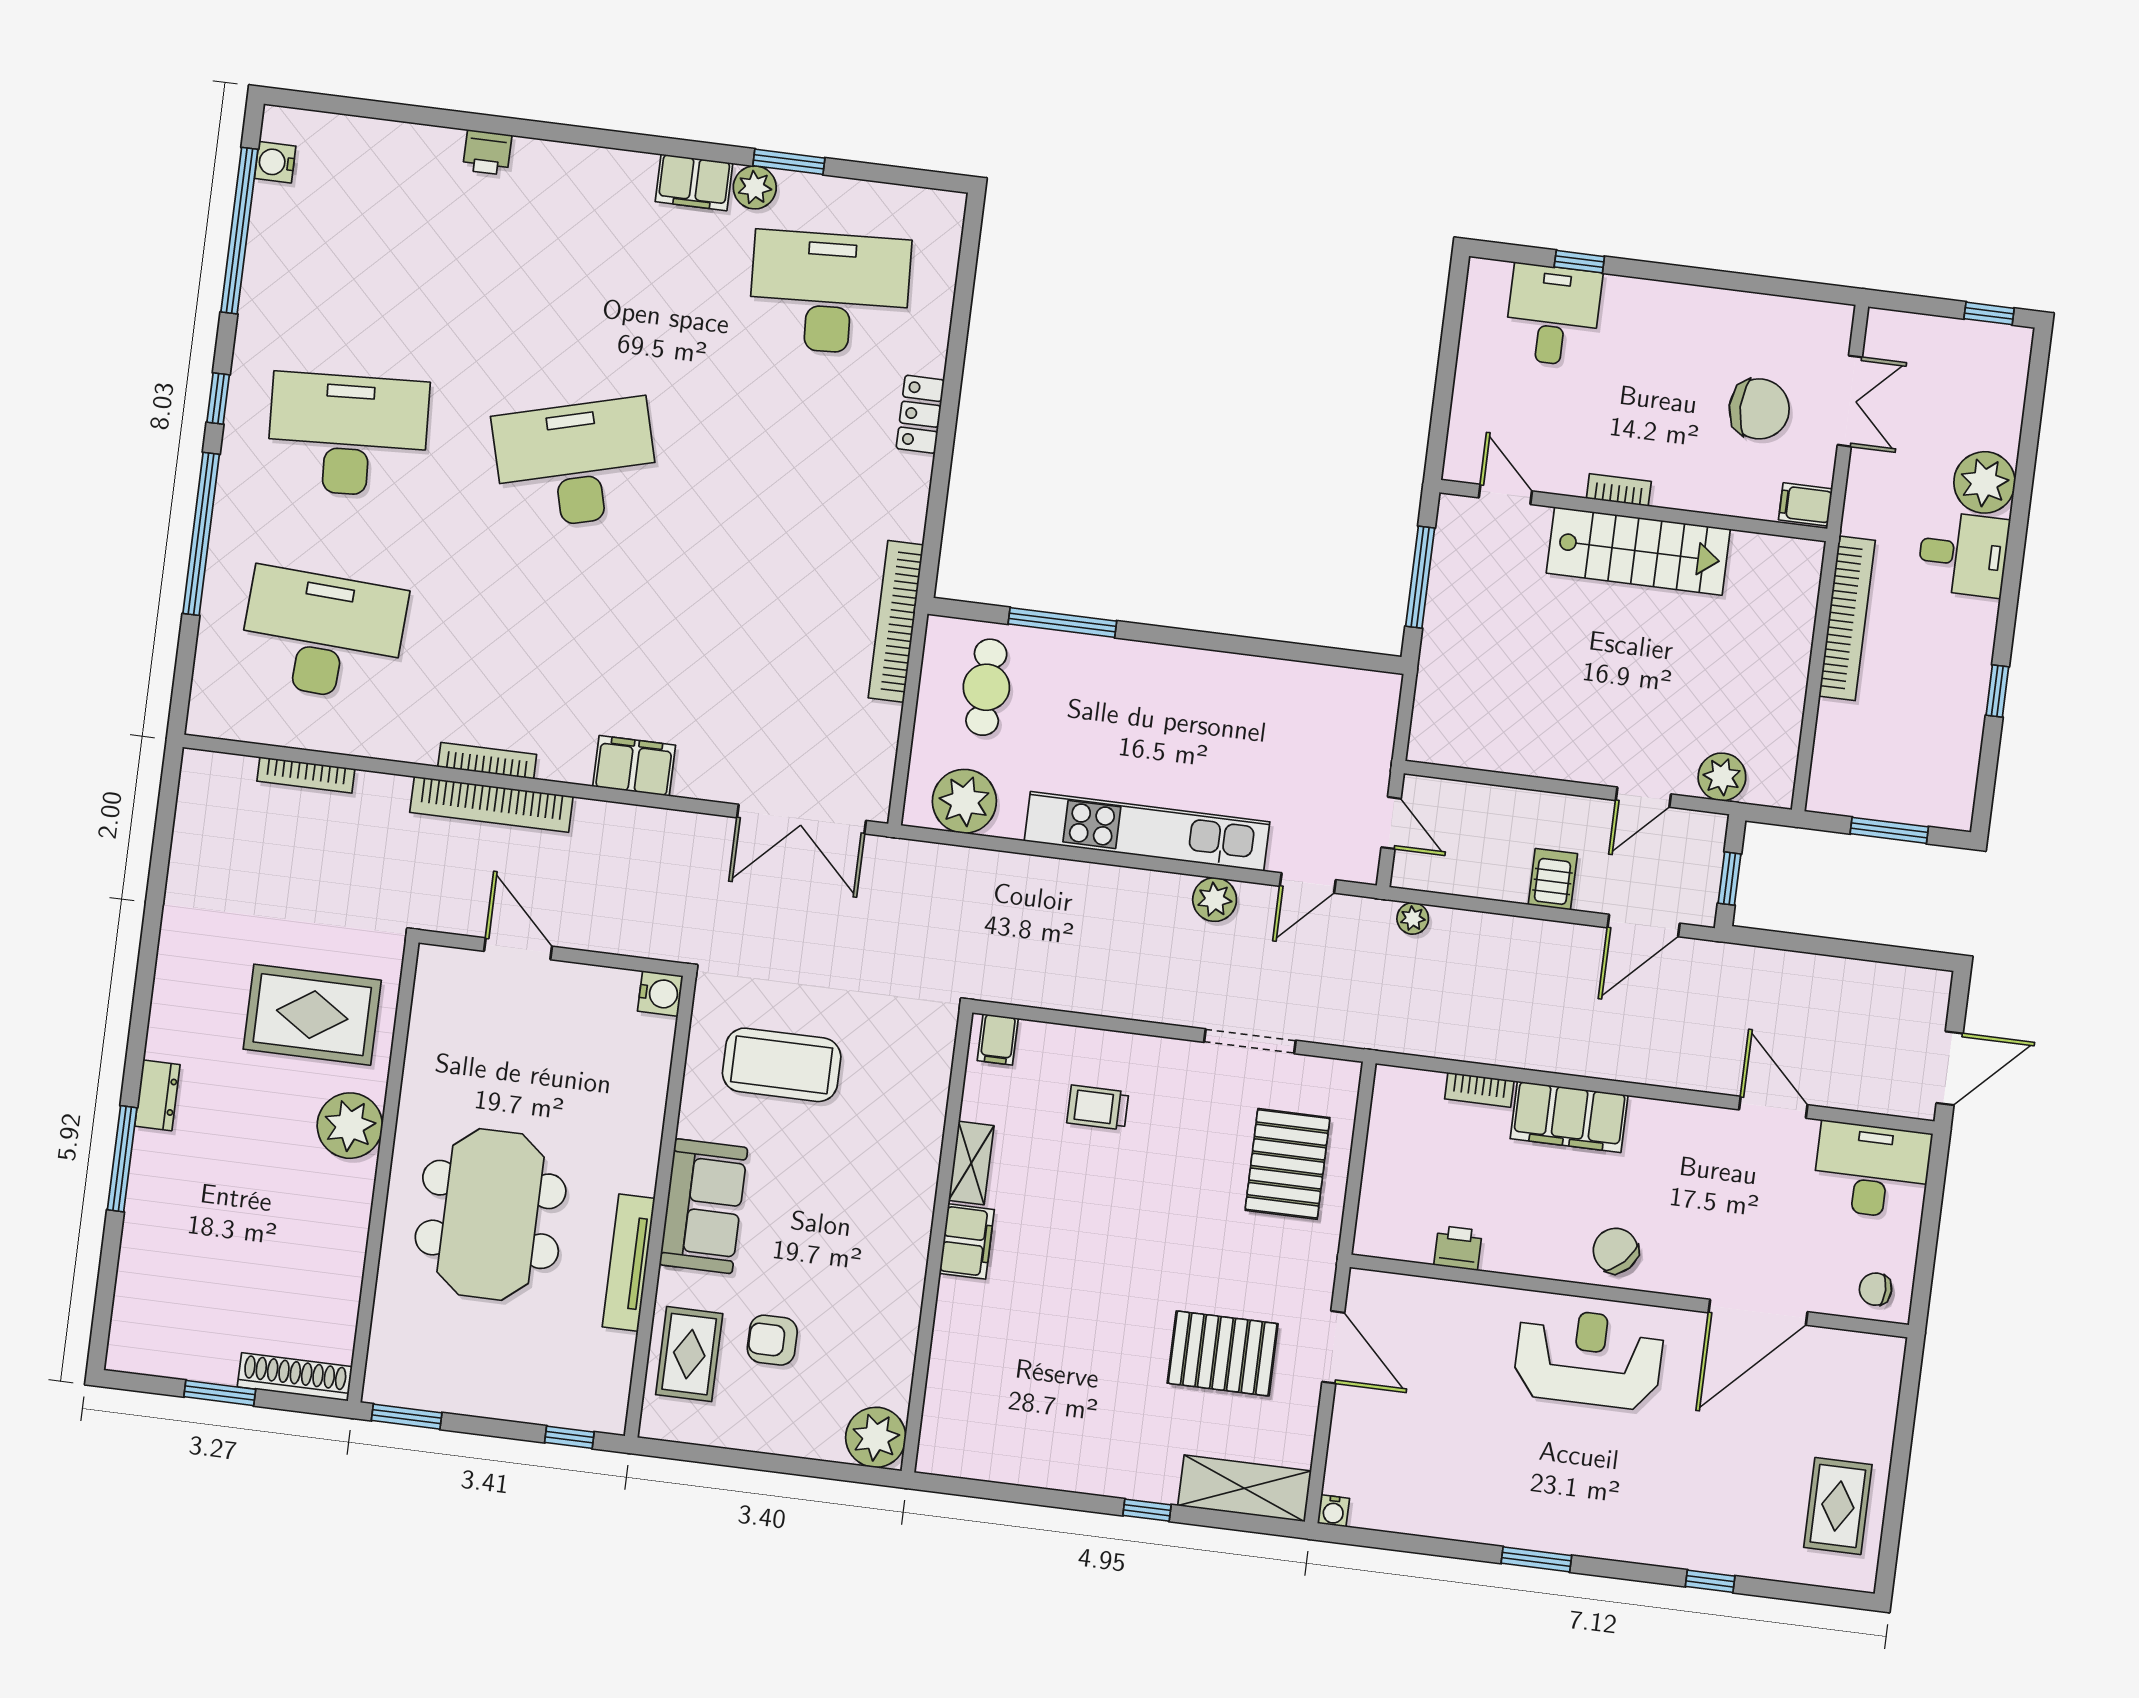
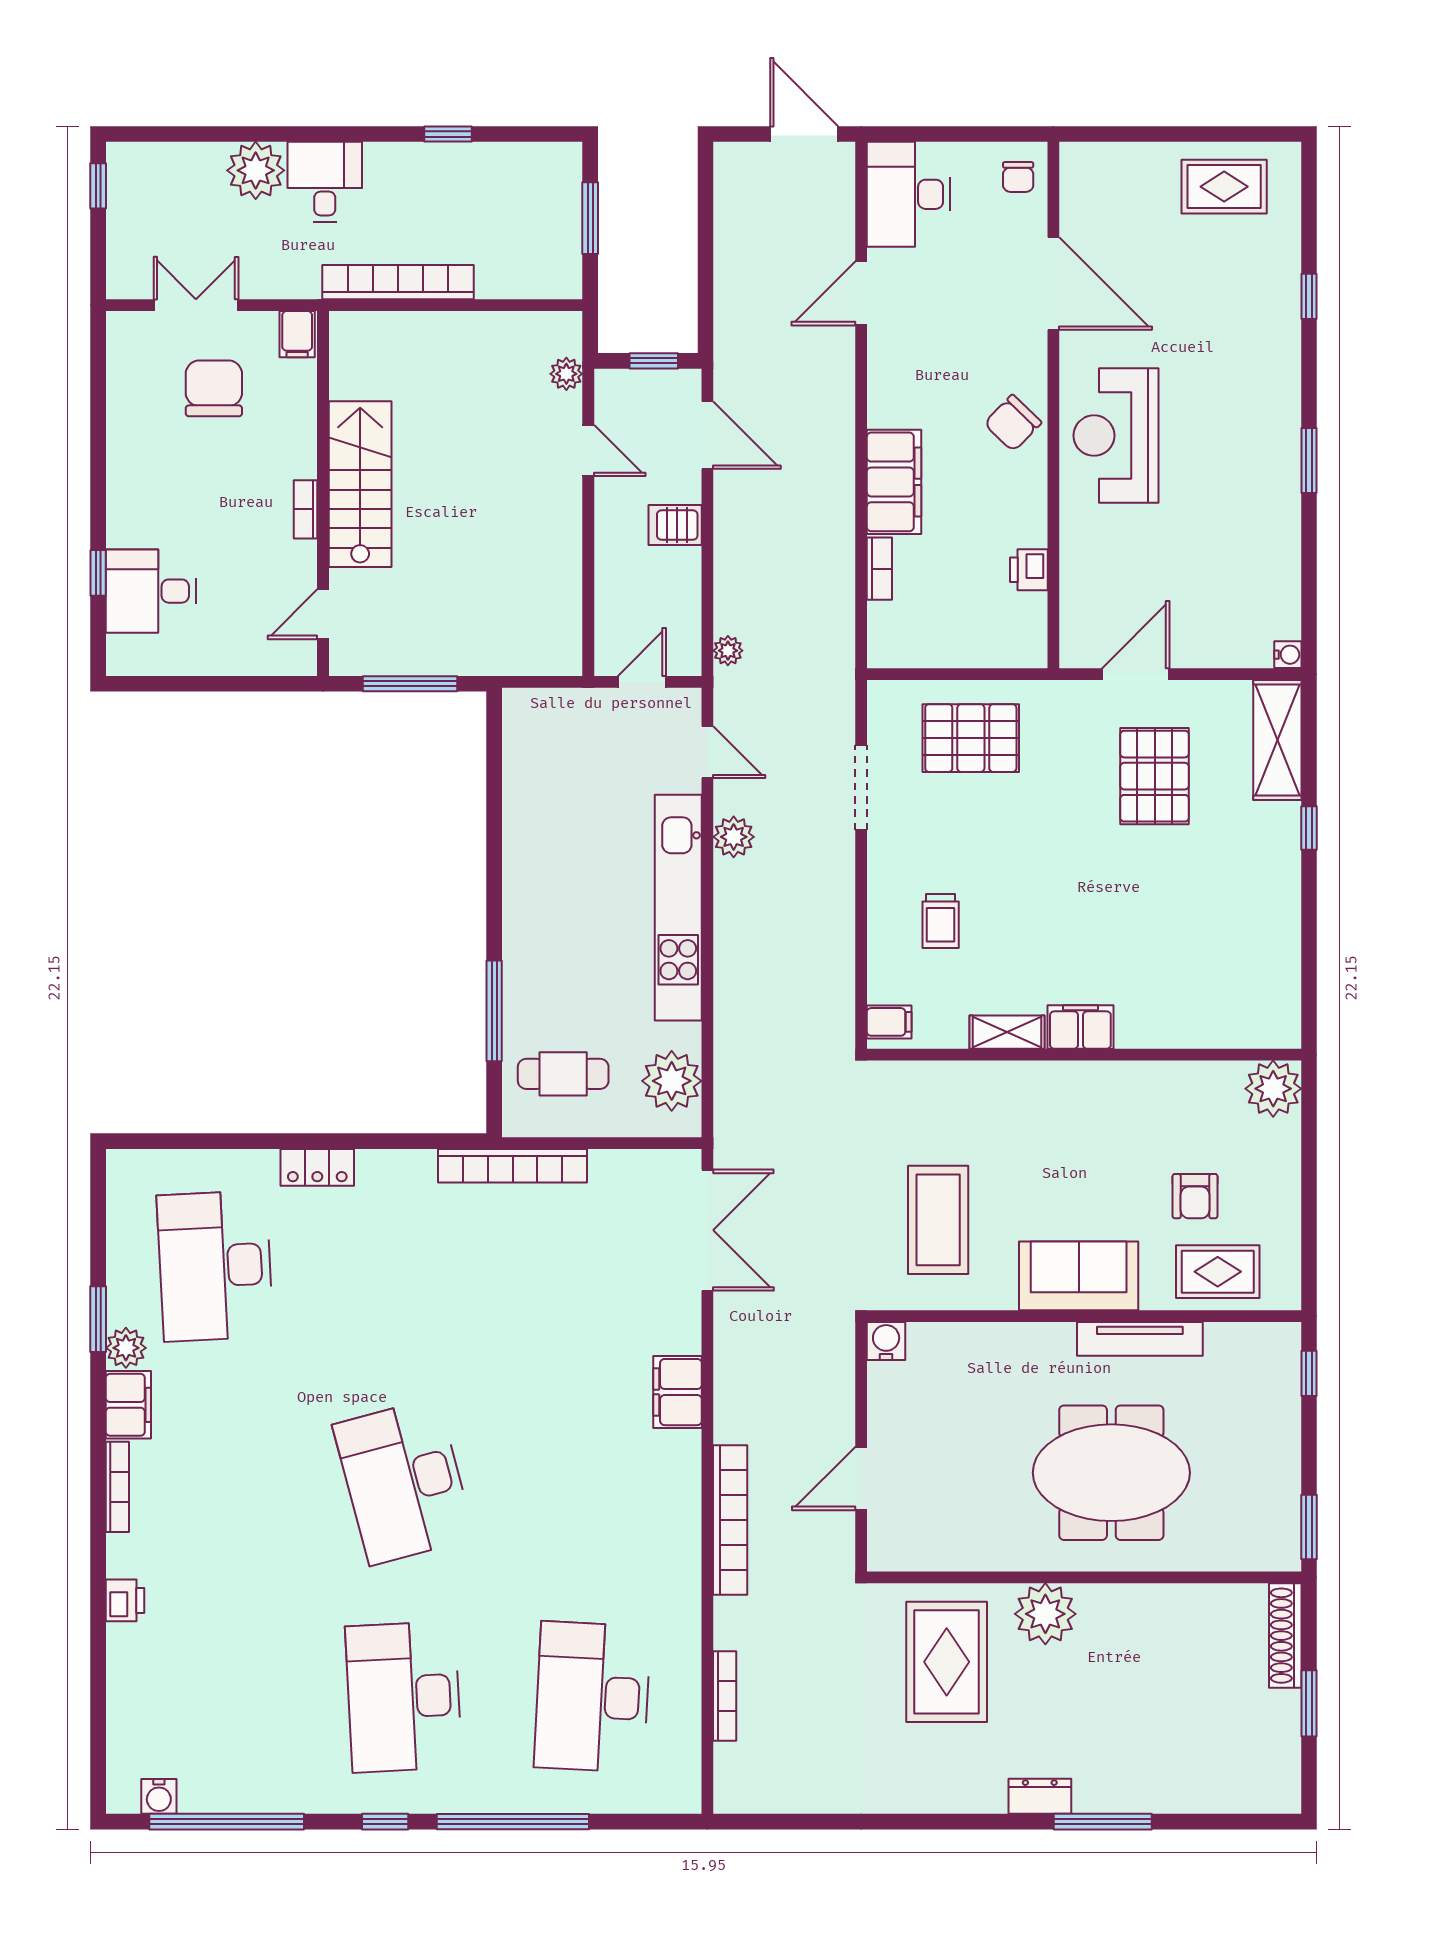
bookcase: (487, 761) -> (117, 1487), moved, turned 180
plant: (1722, 777) -> (566, 374), width x0.73, depth x0.73

